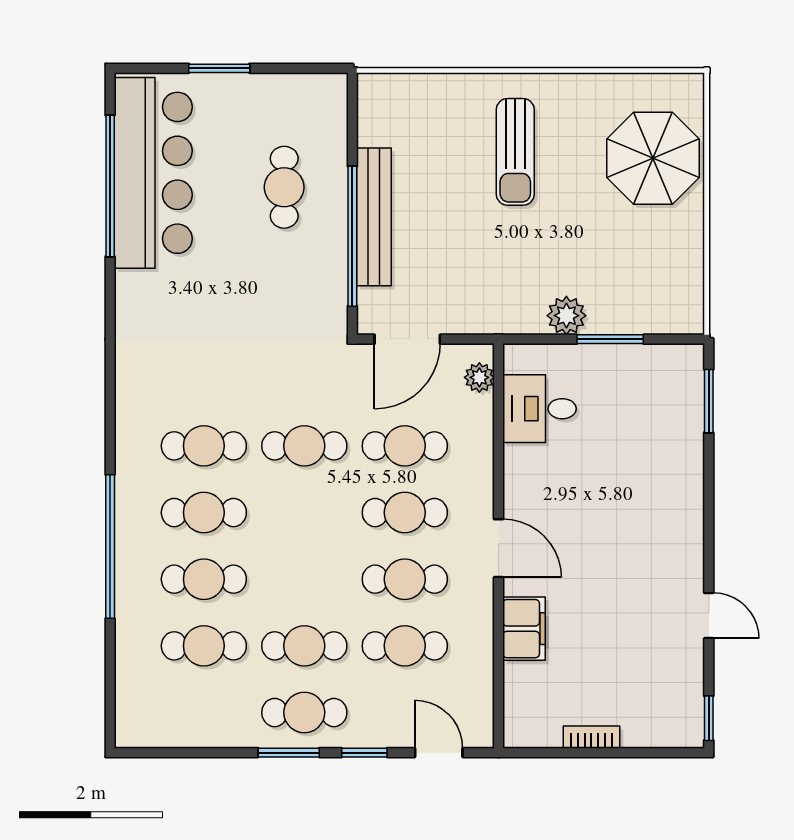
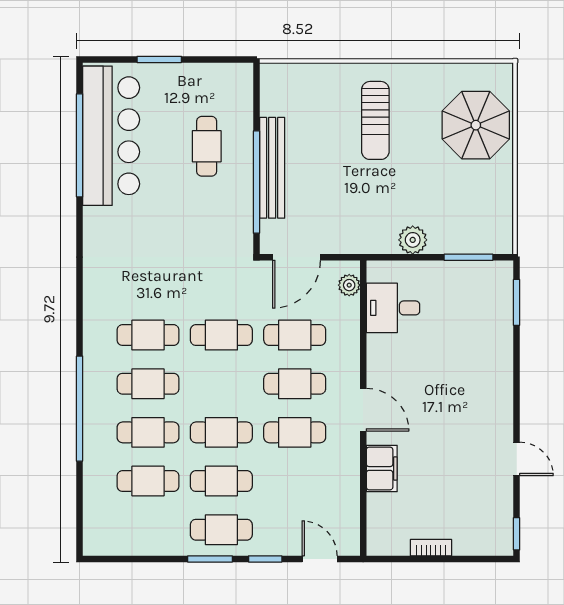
window: (610, 339) -> (469, 257), moved
cafe table: (405, 646) -> (221, 432), moved

